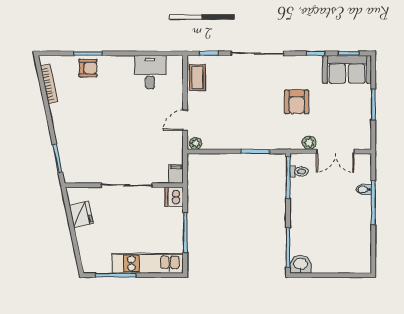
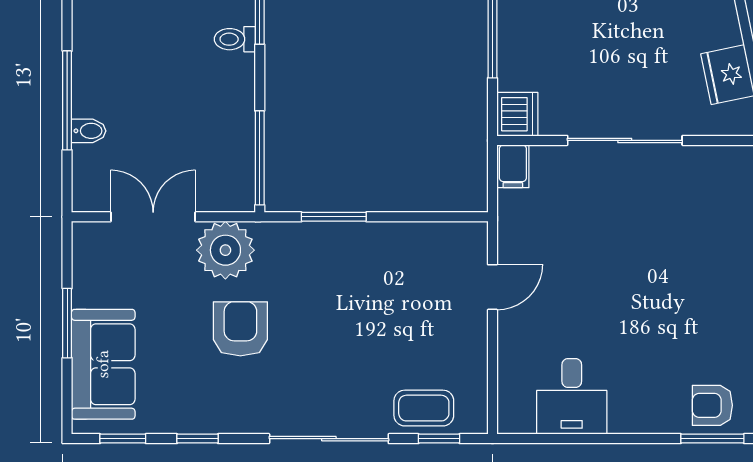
sofa: (347, 69) -> (103, 364), moved, turned 90
coffee table: (197, 78) -> (424, 408), moved, turned 90
plant: (196, 143) -> (469, 235), removed
plant: (309, 143) -> (225, 250), width x1.87, depth x1.87
toilet: (299, 171) -> (235, 39), moved

